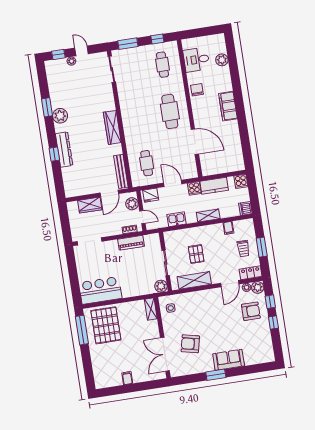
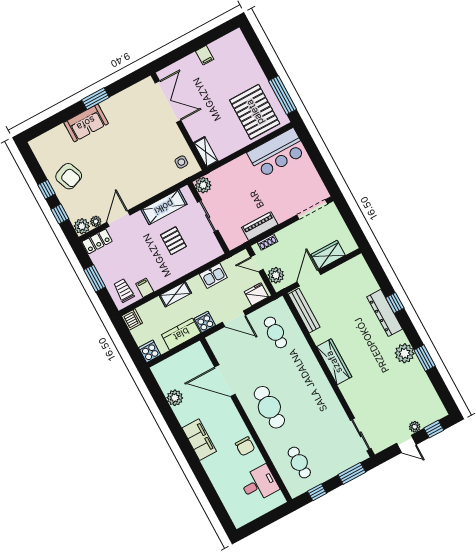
plant: (222, 60) -> (175, 398), moved
trolley: (243, 249) -> (124, 290), moved
armchair: (251, 311) -> (69, 176), moved, turned -111
armchair: (190, 344) -> (141, 126), removed

